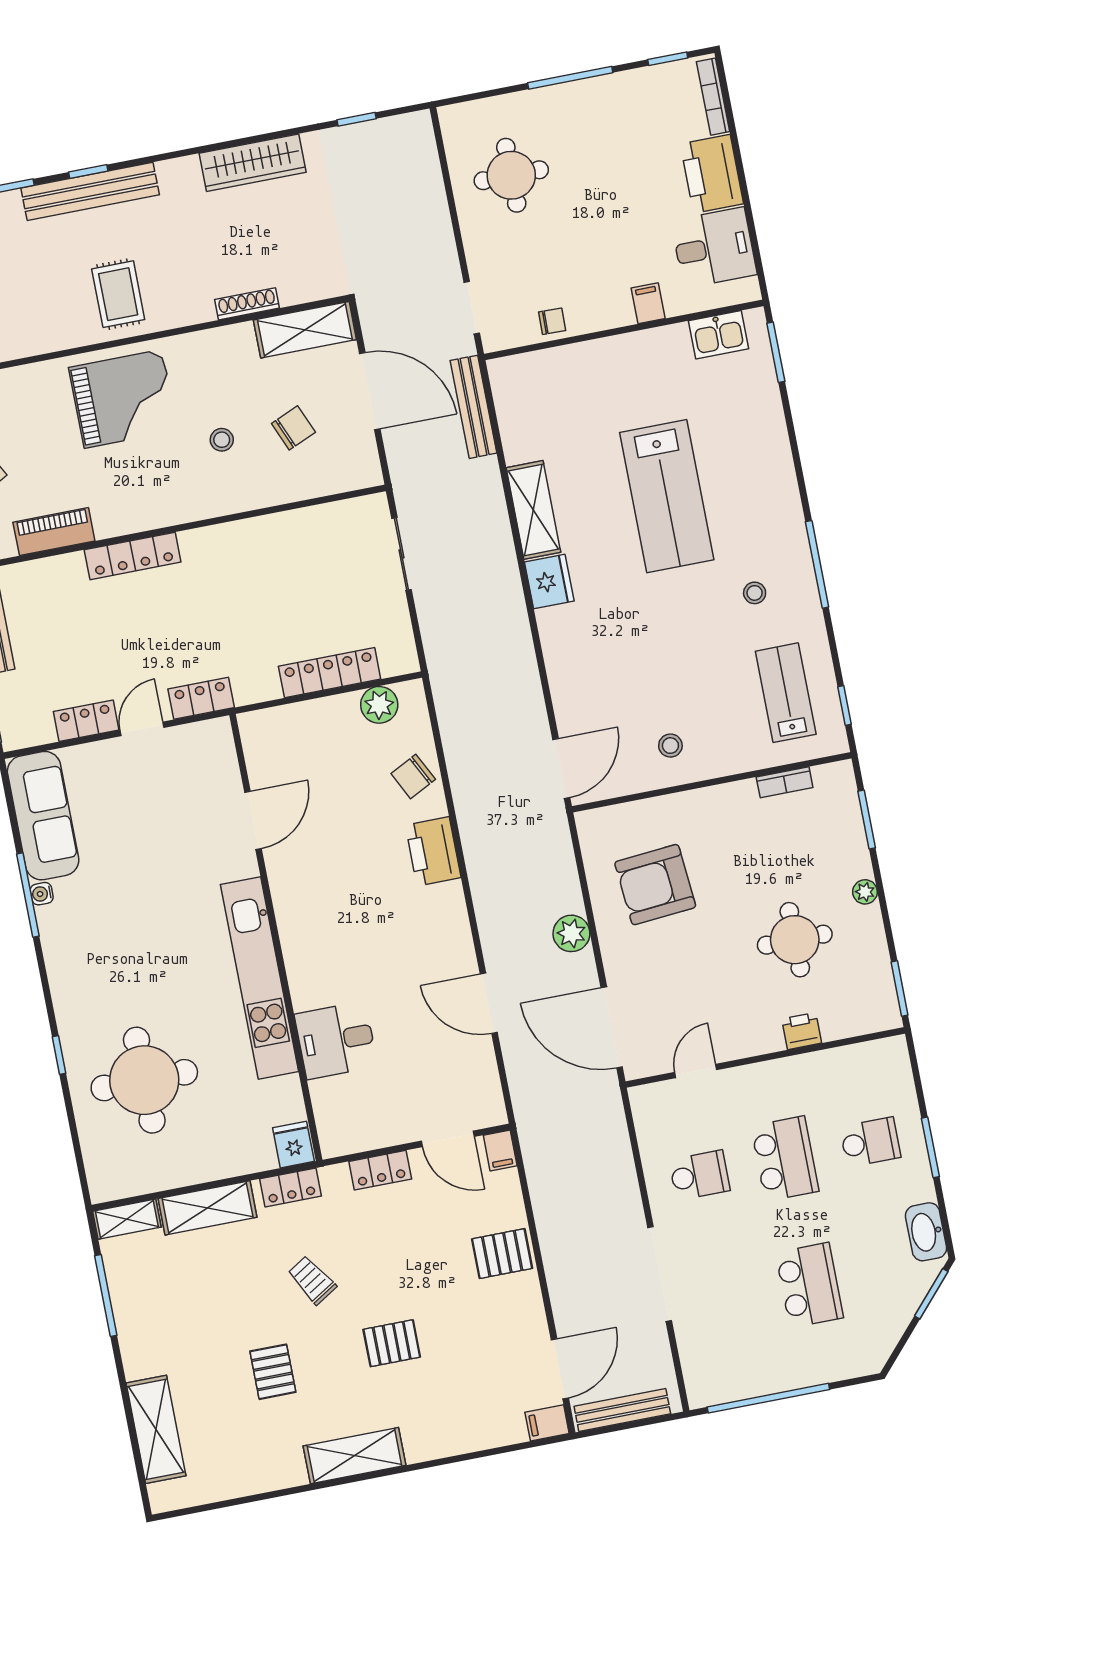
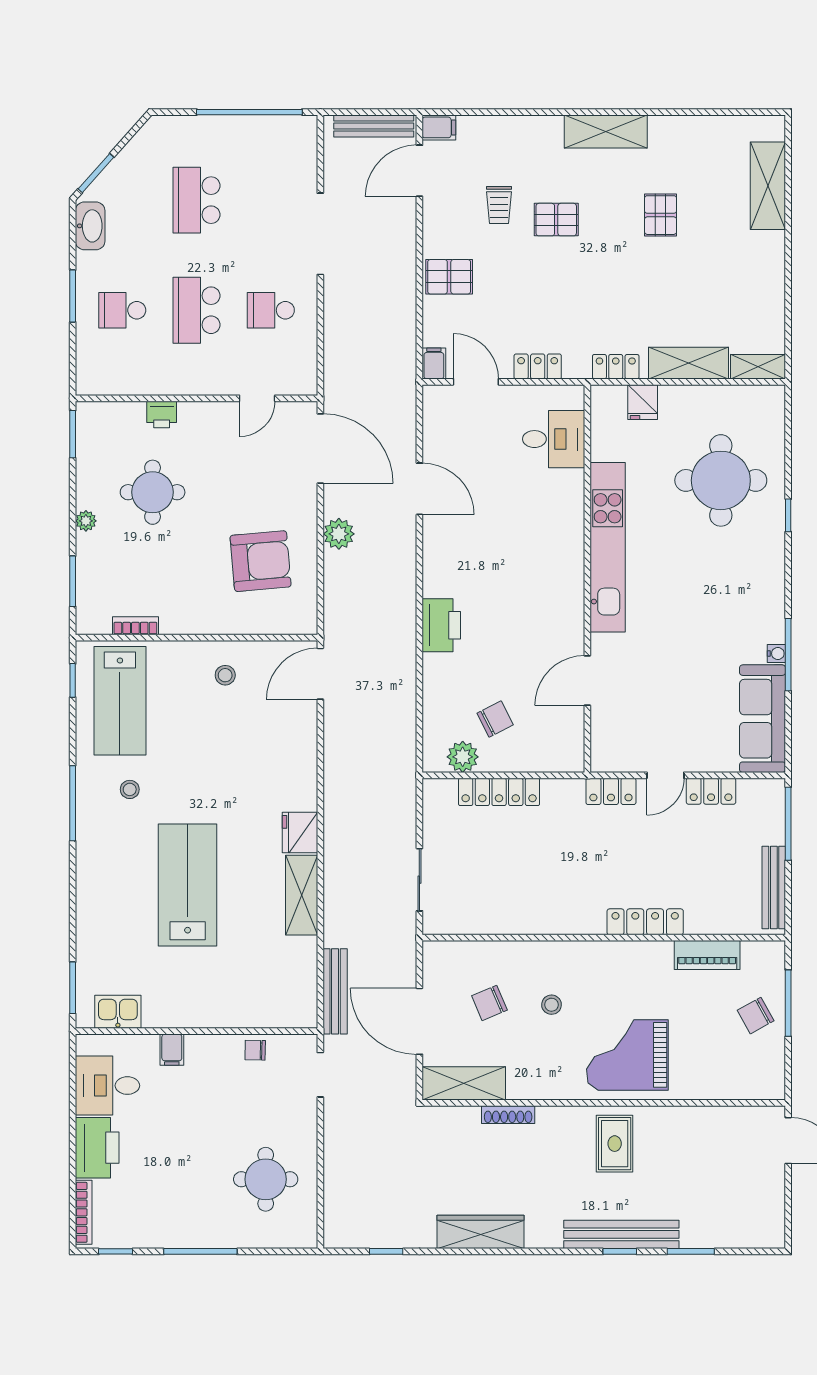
lab bench: (786, 693) -> (120, 701), width x1.36, depth x1.39
chair: (413, 776) -> (495, 719), moved
desk: (336, 1040) -> (554, 439), moved
fridge: (293, 1145) -> (643, 402), moved
trolley: (312, 1280) -> (499, 205), moved, turned 32
window: (106, 1295) -> (788, 306), removed

